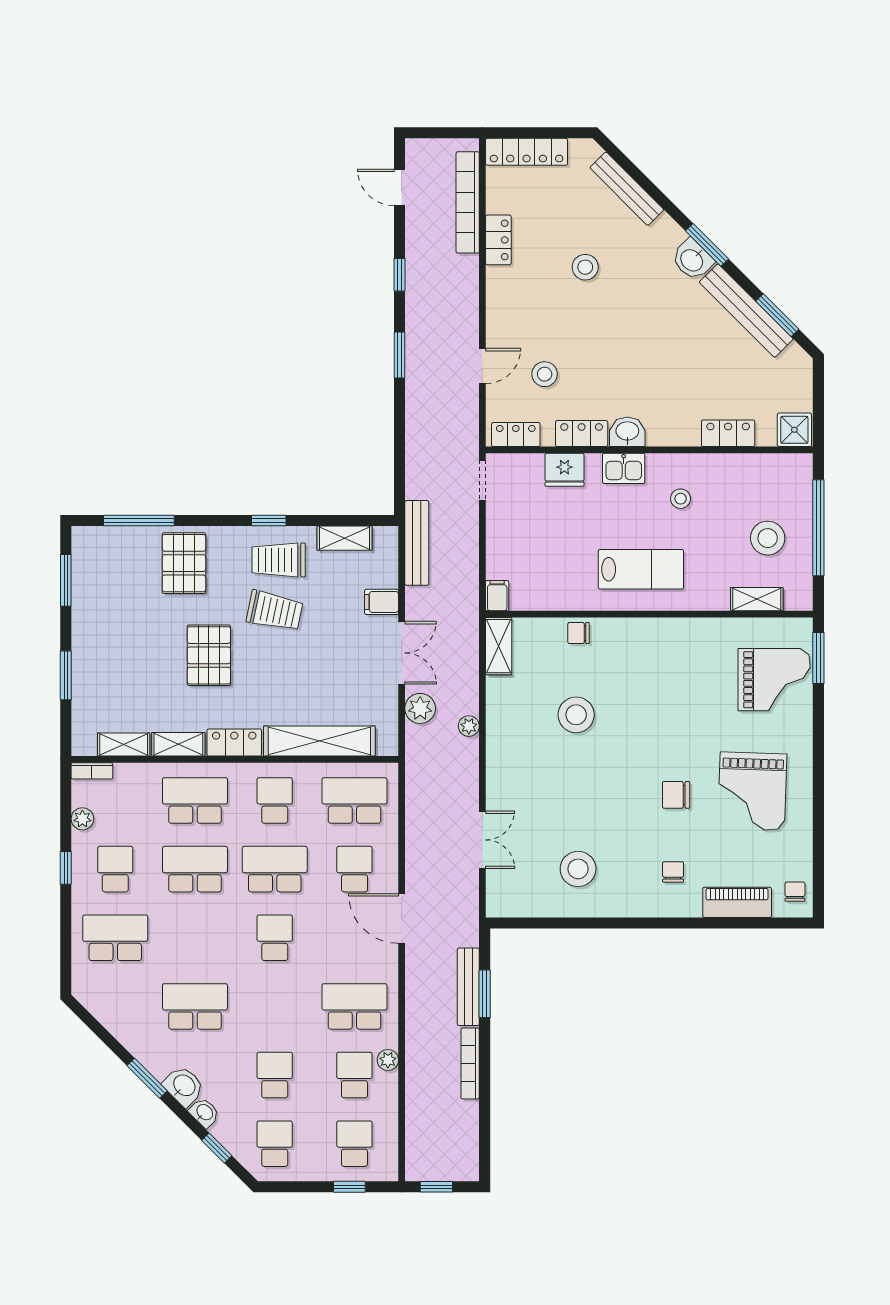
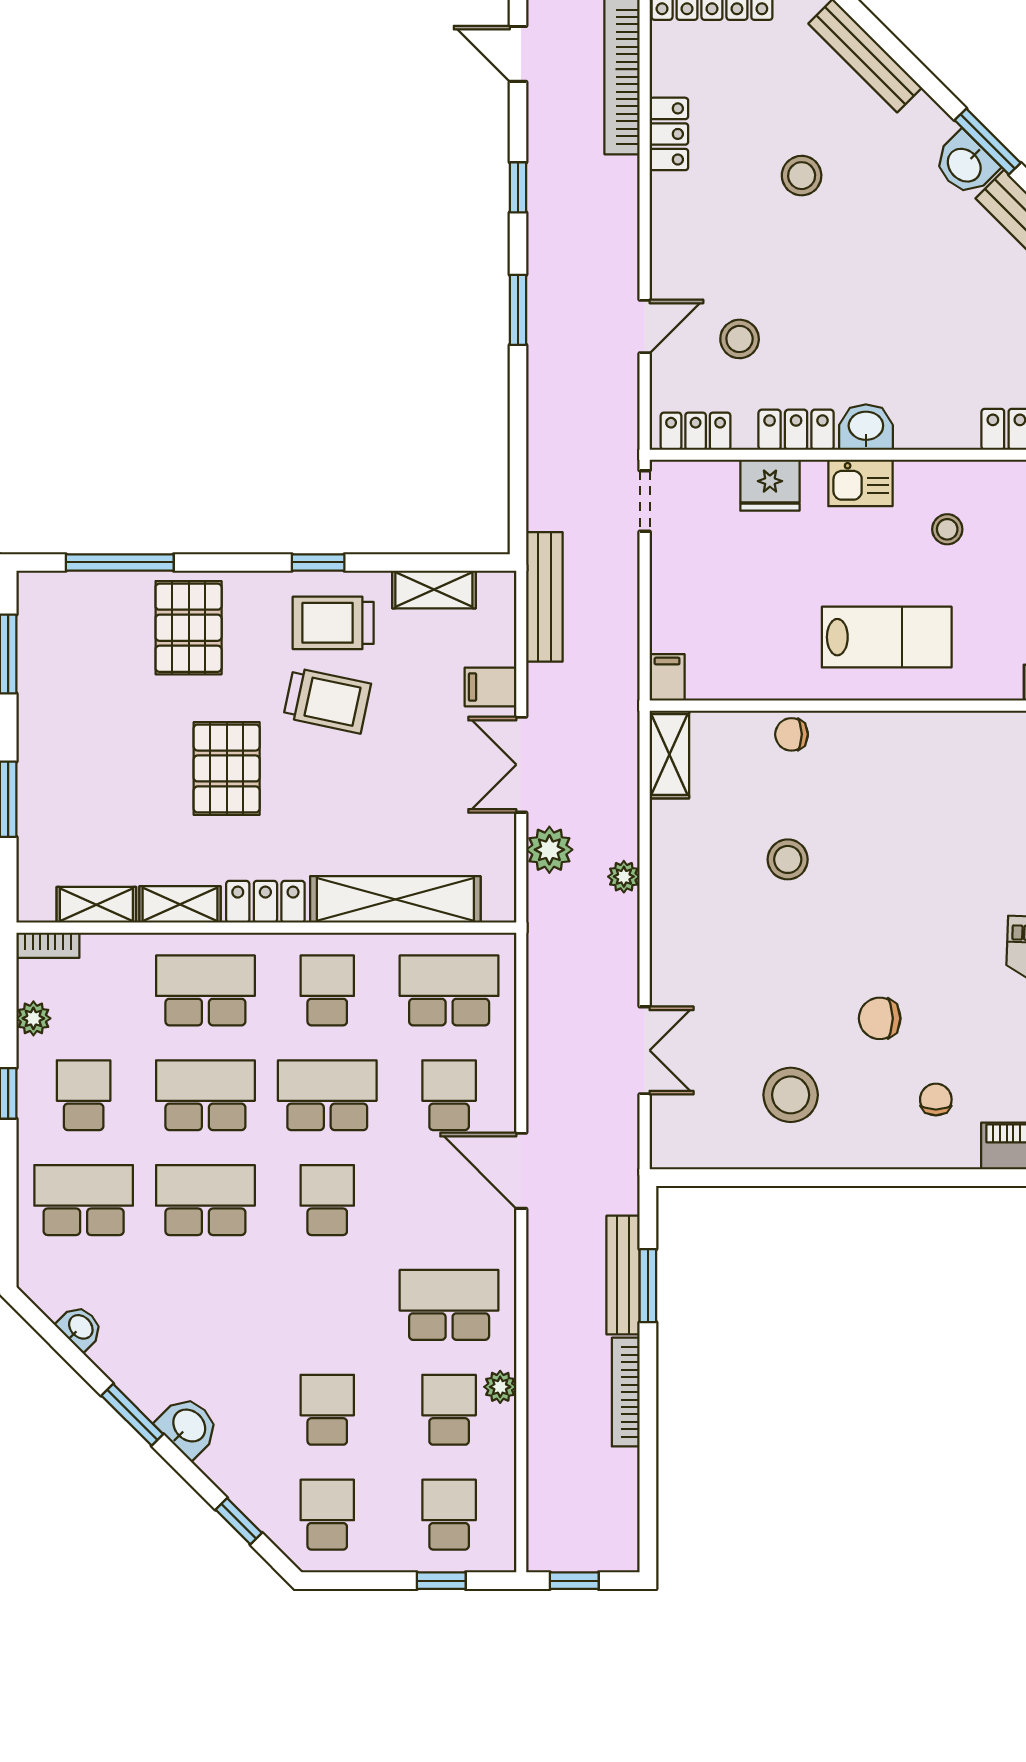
double door: (402, 653) -> (521, 765), swing flipped
stool: (576, 715) -> (788, 859), width x0.73, depth x0.73
chair: (676, 795) -> (880, 1018), moved
school desk: (195, 1006) -> (205, 1200), moved
washbasin: (204, 1113) -> (80, 1328), moved

